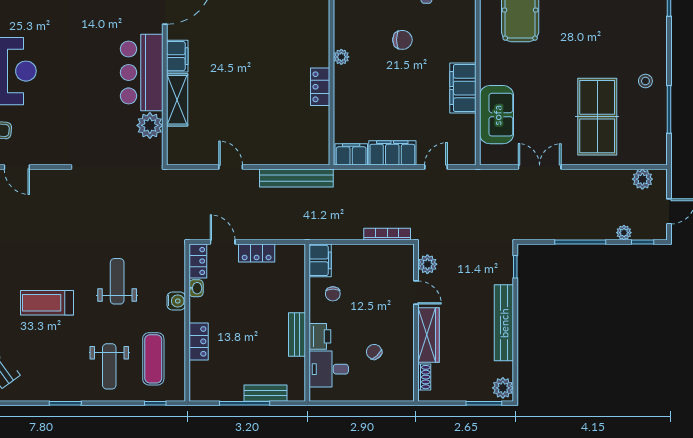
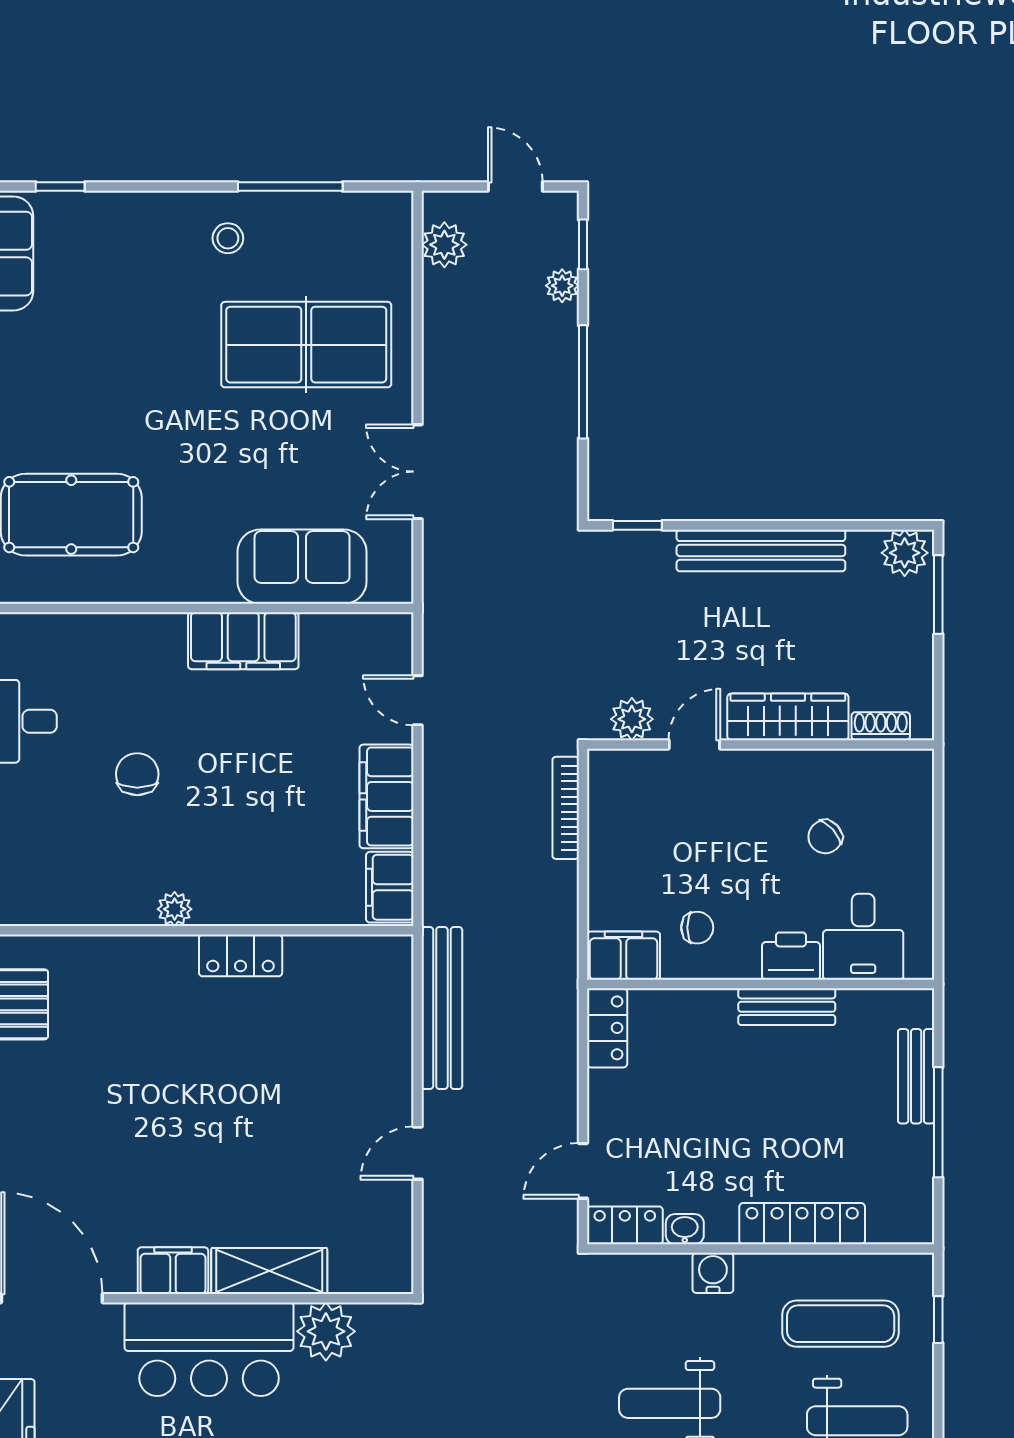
locker: (257, 253) -> (607, 1028), moved
locker: (199, 341) -> (802, 1224), width x1.53

